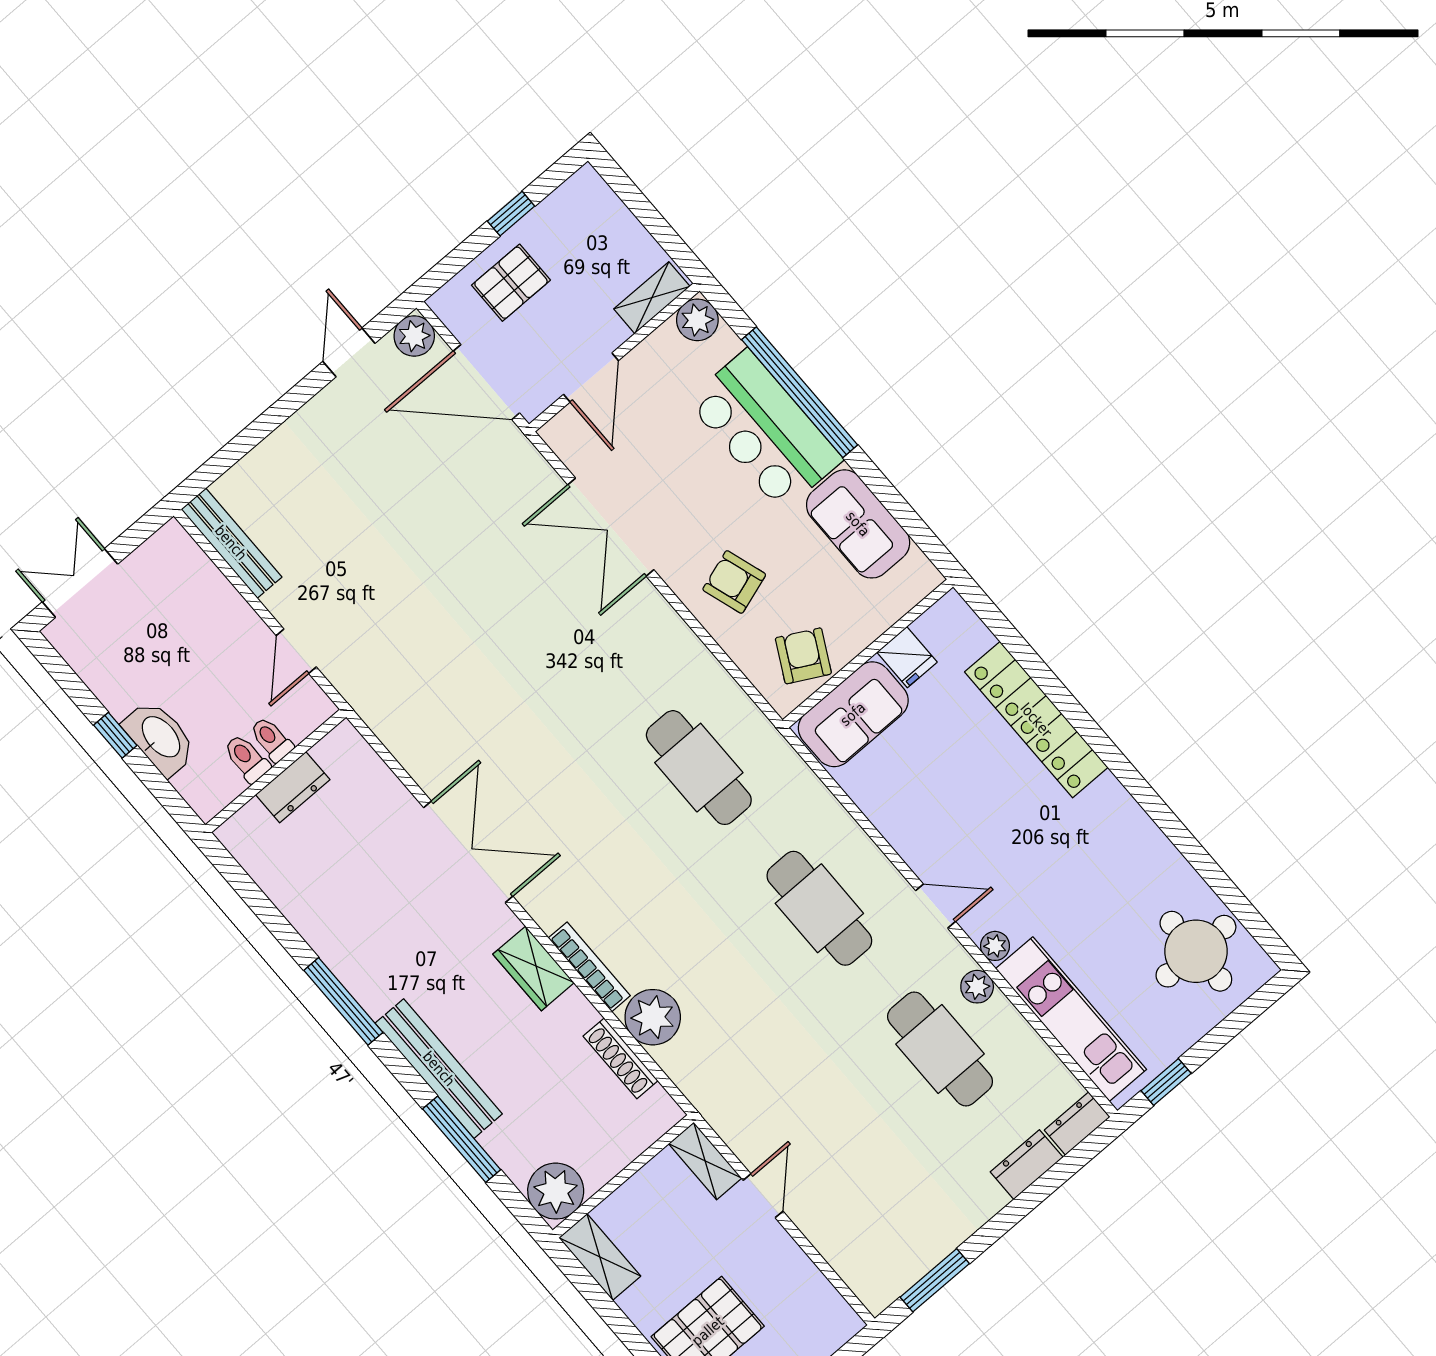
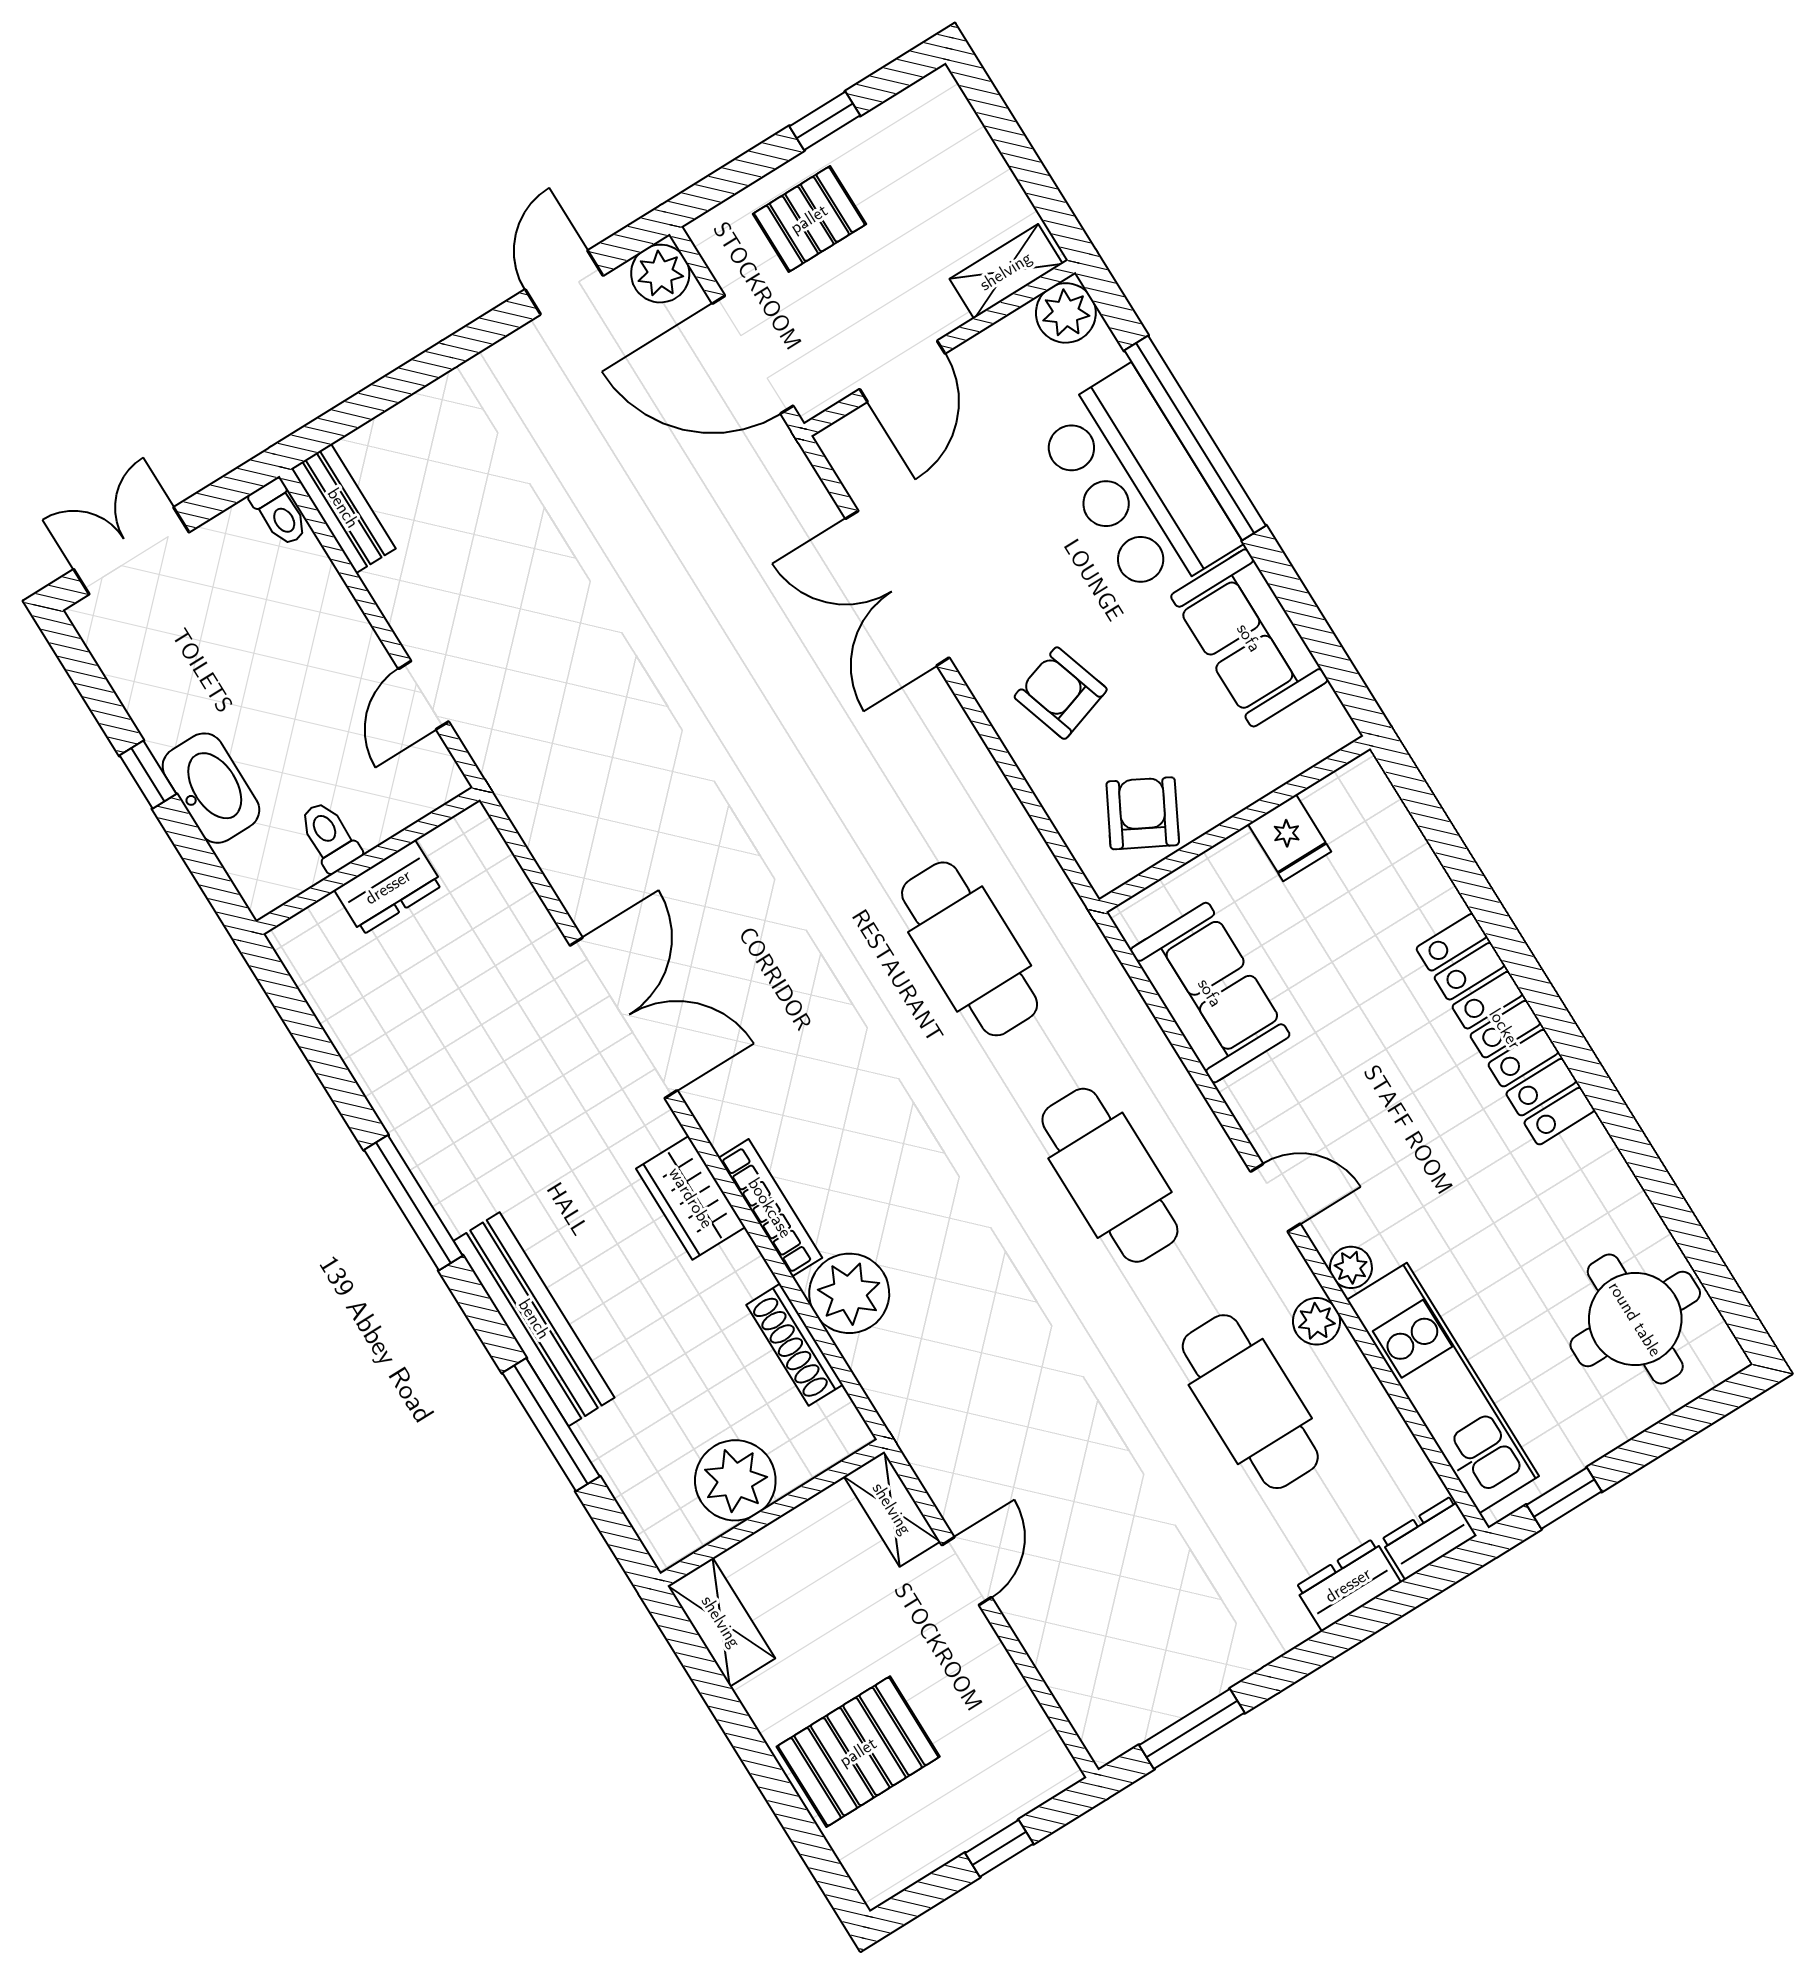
bench: (231, 543) -> (343, 508), width x0.73
sofa: (853, 714) -> (1210, 993), moved, turned -90
locker: (1036, 720) -> (1505, 1029), moved
toilet: (271, 739) -> (280, 513), moved, turned 180
plant: (556, 1191) -> (735, 1480), moved

